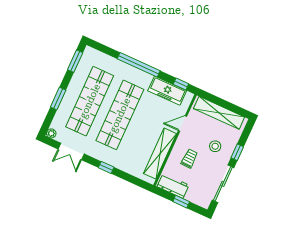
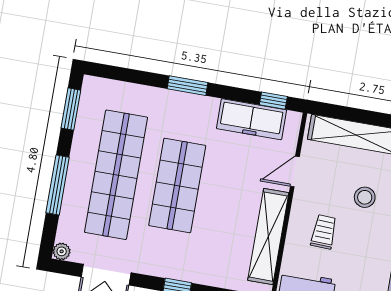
window: (139, 65) -> (188, 86), width x0.47
window: (58, 99) -> (58, 185), width x1.44
shop shelf: (120, 115) -> (177, 185), width x0.71

